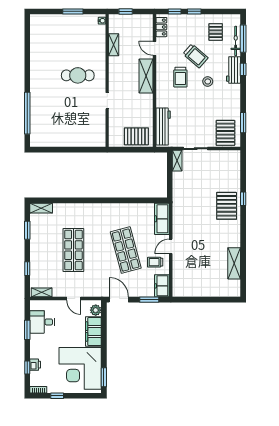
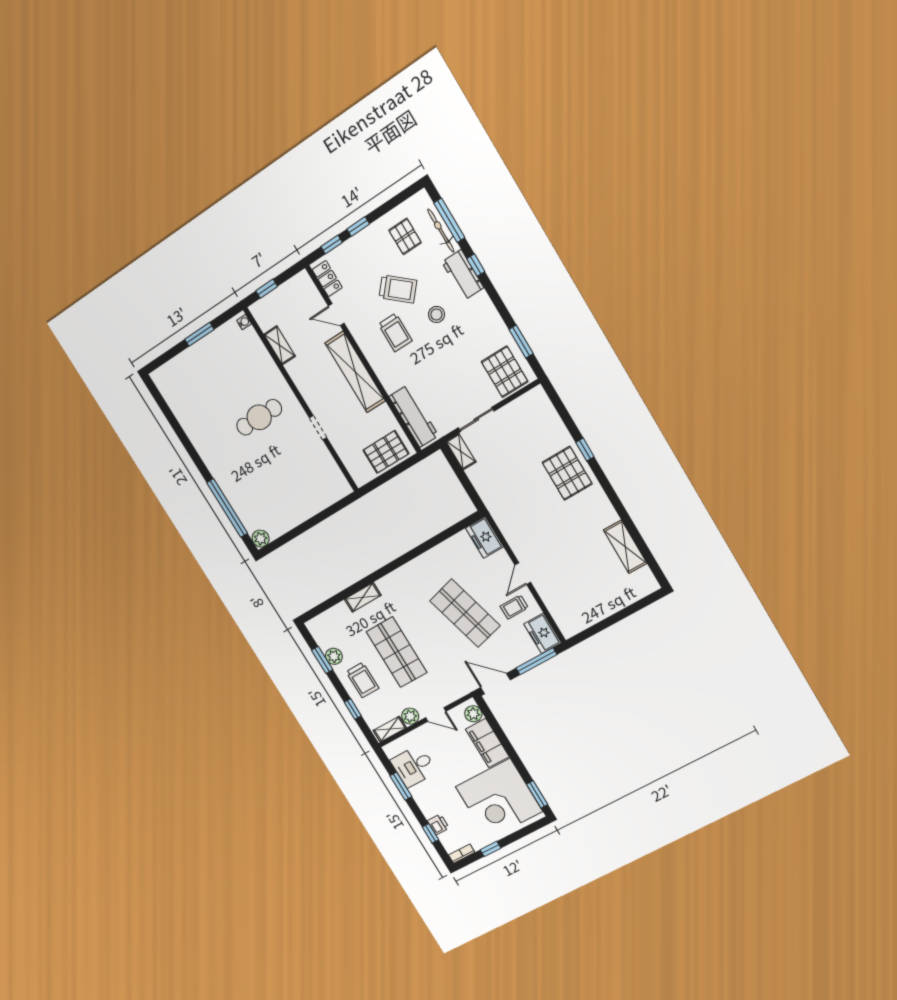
shelving: (146, 76) -> (355, 372), width x1.47
plant: (36, 141) -> (261, 539), added
shelving: (41, 208) -> (363, 597), moved
freezer: (162, 219) -> (484, 537), width x0.71
plant: (36, 232) -> (334, 656), added
trolley: (44, 255) -> (362, 680), added
plant: (58, 291) -> (410, 716), added
window: (149, 300) -> (536, 661), width x1.44

